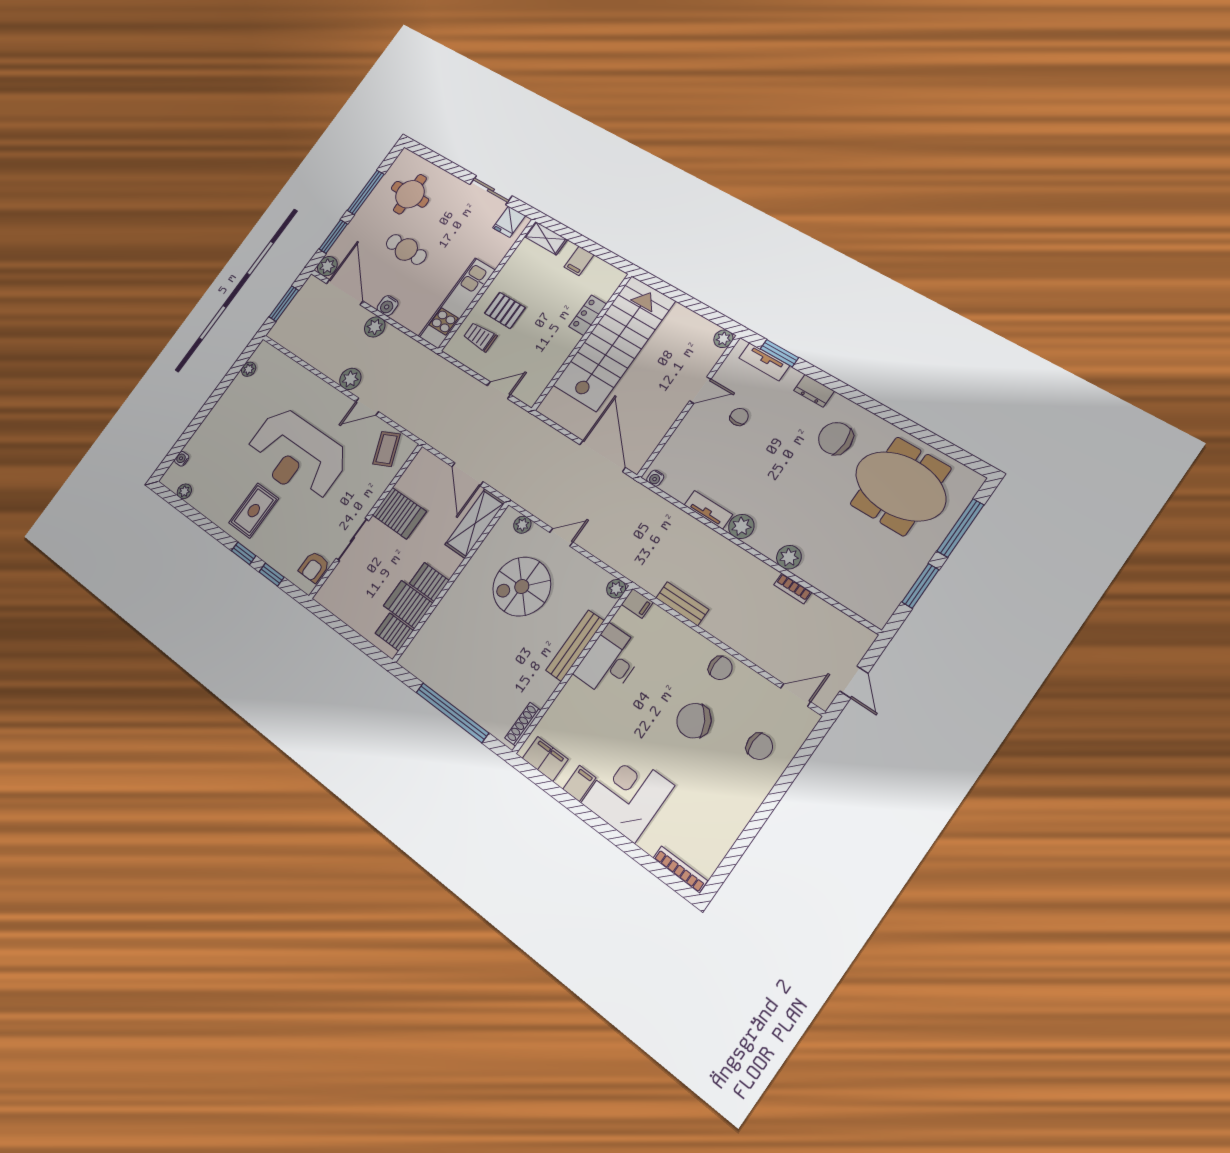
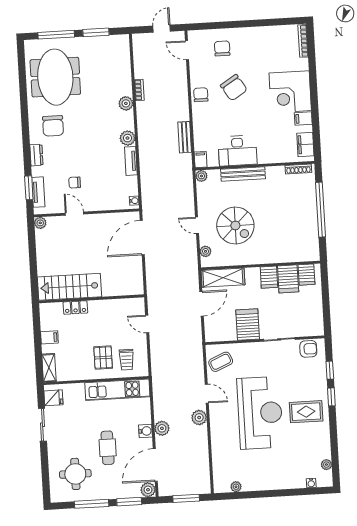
stairs: (614, 343) -> (69, 287), width x0.73, depth x0.66

